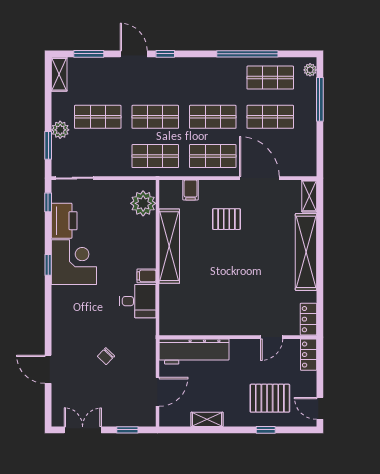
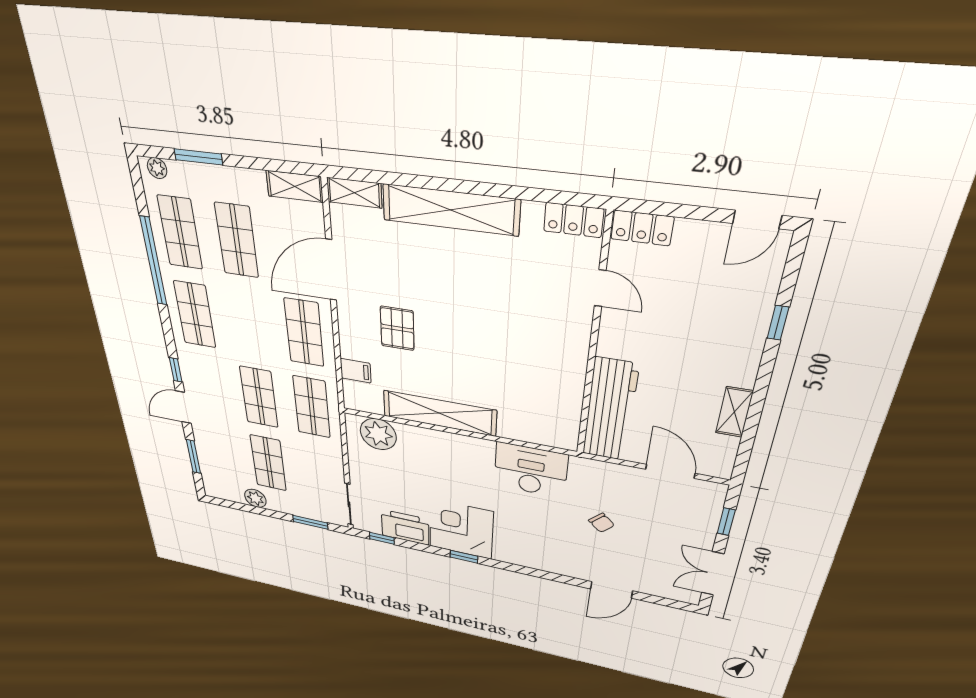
shelving: (59, 74) -> (295, 186), moved
window: (320, 99) -> (198, 157), width x0.69
shop shelf: (213, 117) -> (195, 315), moved
plant: (60, 130) -> (255, 498), moved
filing cabinet: (146, 276) -> (483, 450), removed
desk: (138, 301) -> (531, 470), width x1.37
pallet: (270, 398) -> (716, 307), removed

